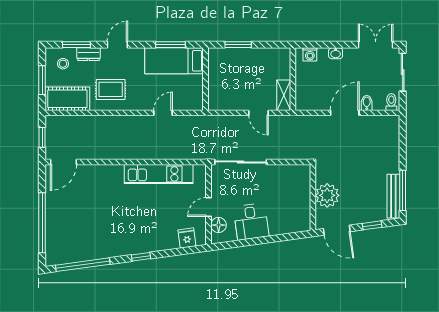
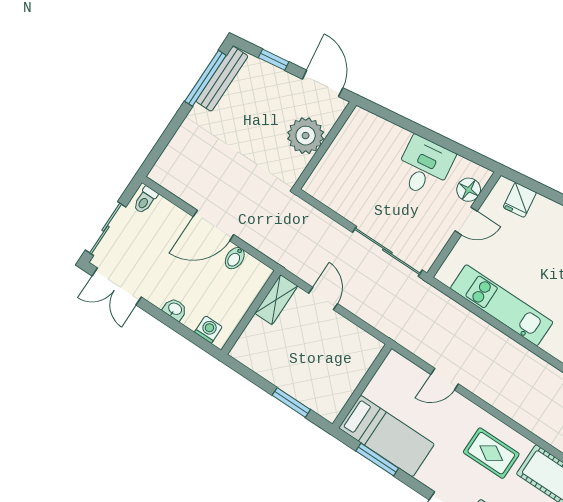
bidet: (367, 103) -> (235, 258), moved

